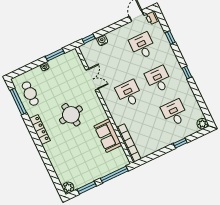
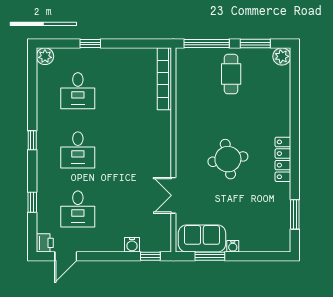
cafe table: (30, 94) -> (231, 74), moved
desk: (129, 94) -> (130, 150), removed
window: (18, 102) -> (295, 214), width x0.69
sofa: (108, 136) -> (202, 238), moved, turned -90

